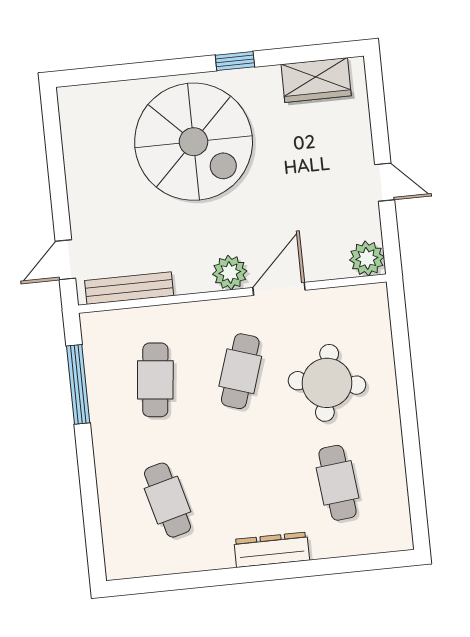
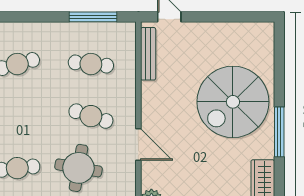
window: (235, 61) -> (279, 132), width x2.17
plant: (230, 273) -> (151, 116), removed

